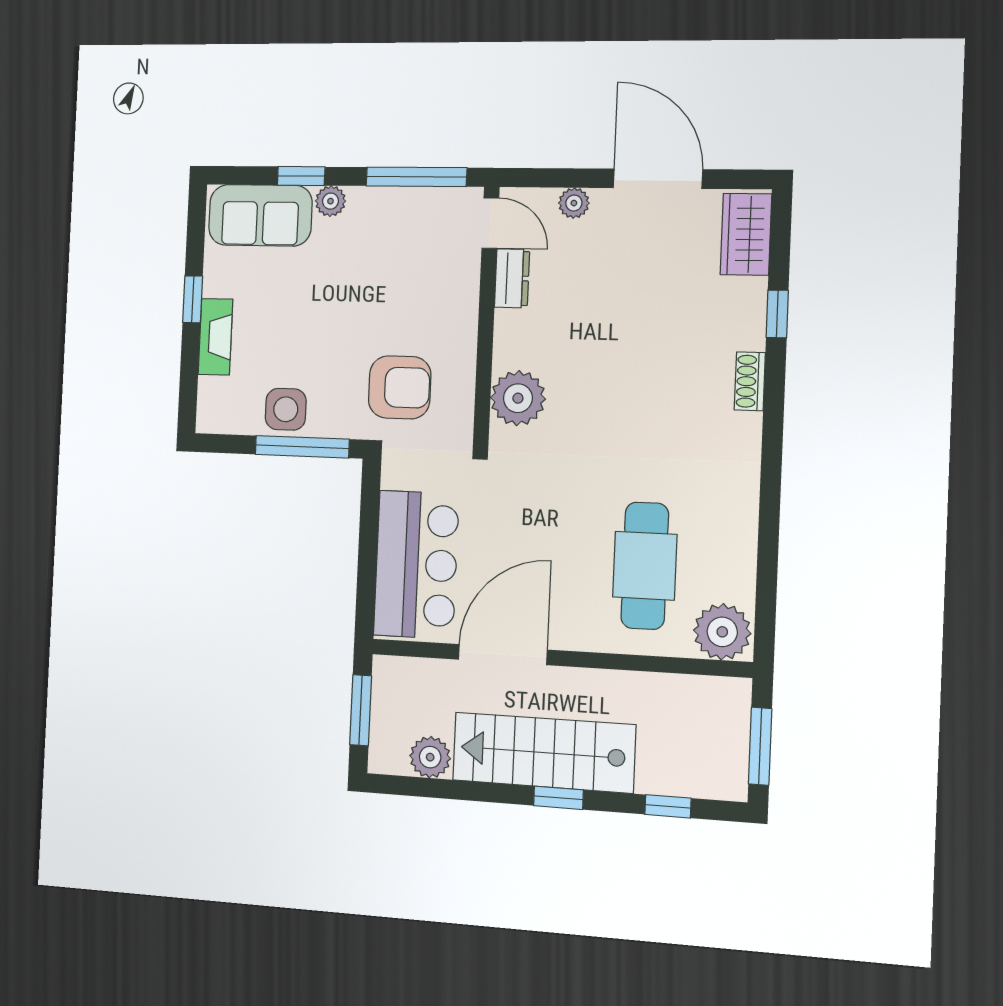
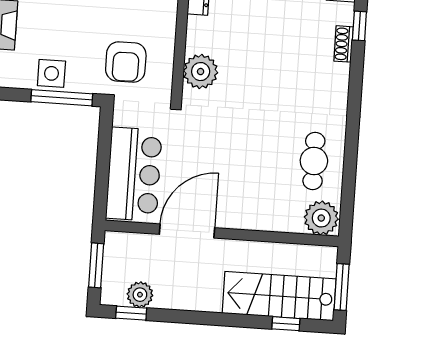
shoe rack: (750, 381) -> (344, 44), moved
armchair: (400, 387) -> (126, 62), turned 90
cafe table: (645, 566) -> (314, 161), moved, width x0.73, depth x0.74
stairs: (544, 753) -> (279, 296), moved
window: (558, 798) -> (131, 313), moved

